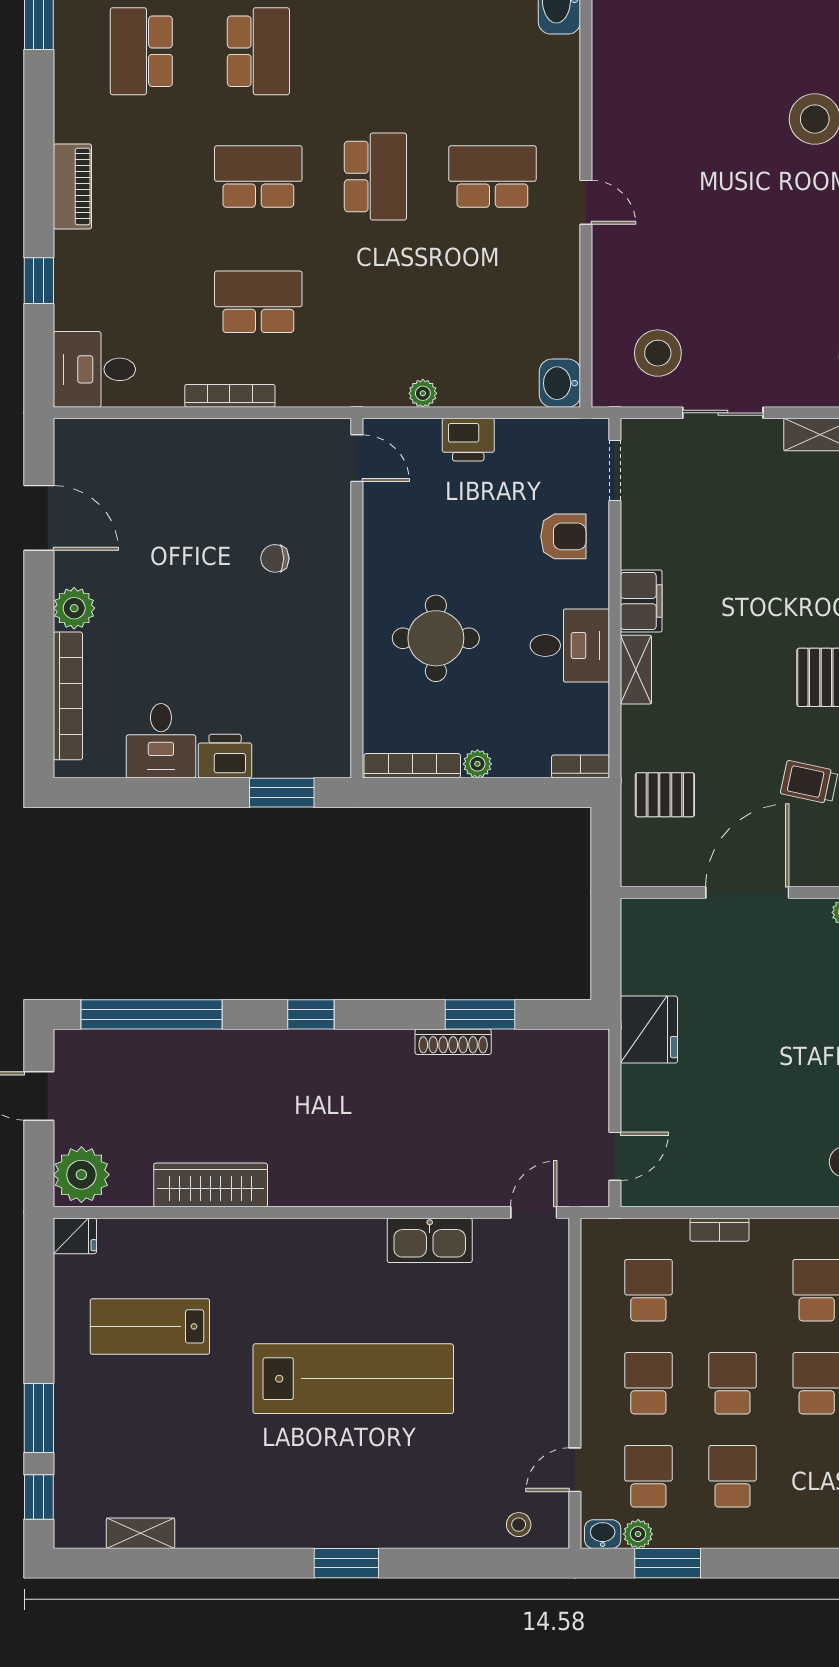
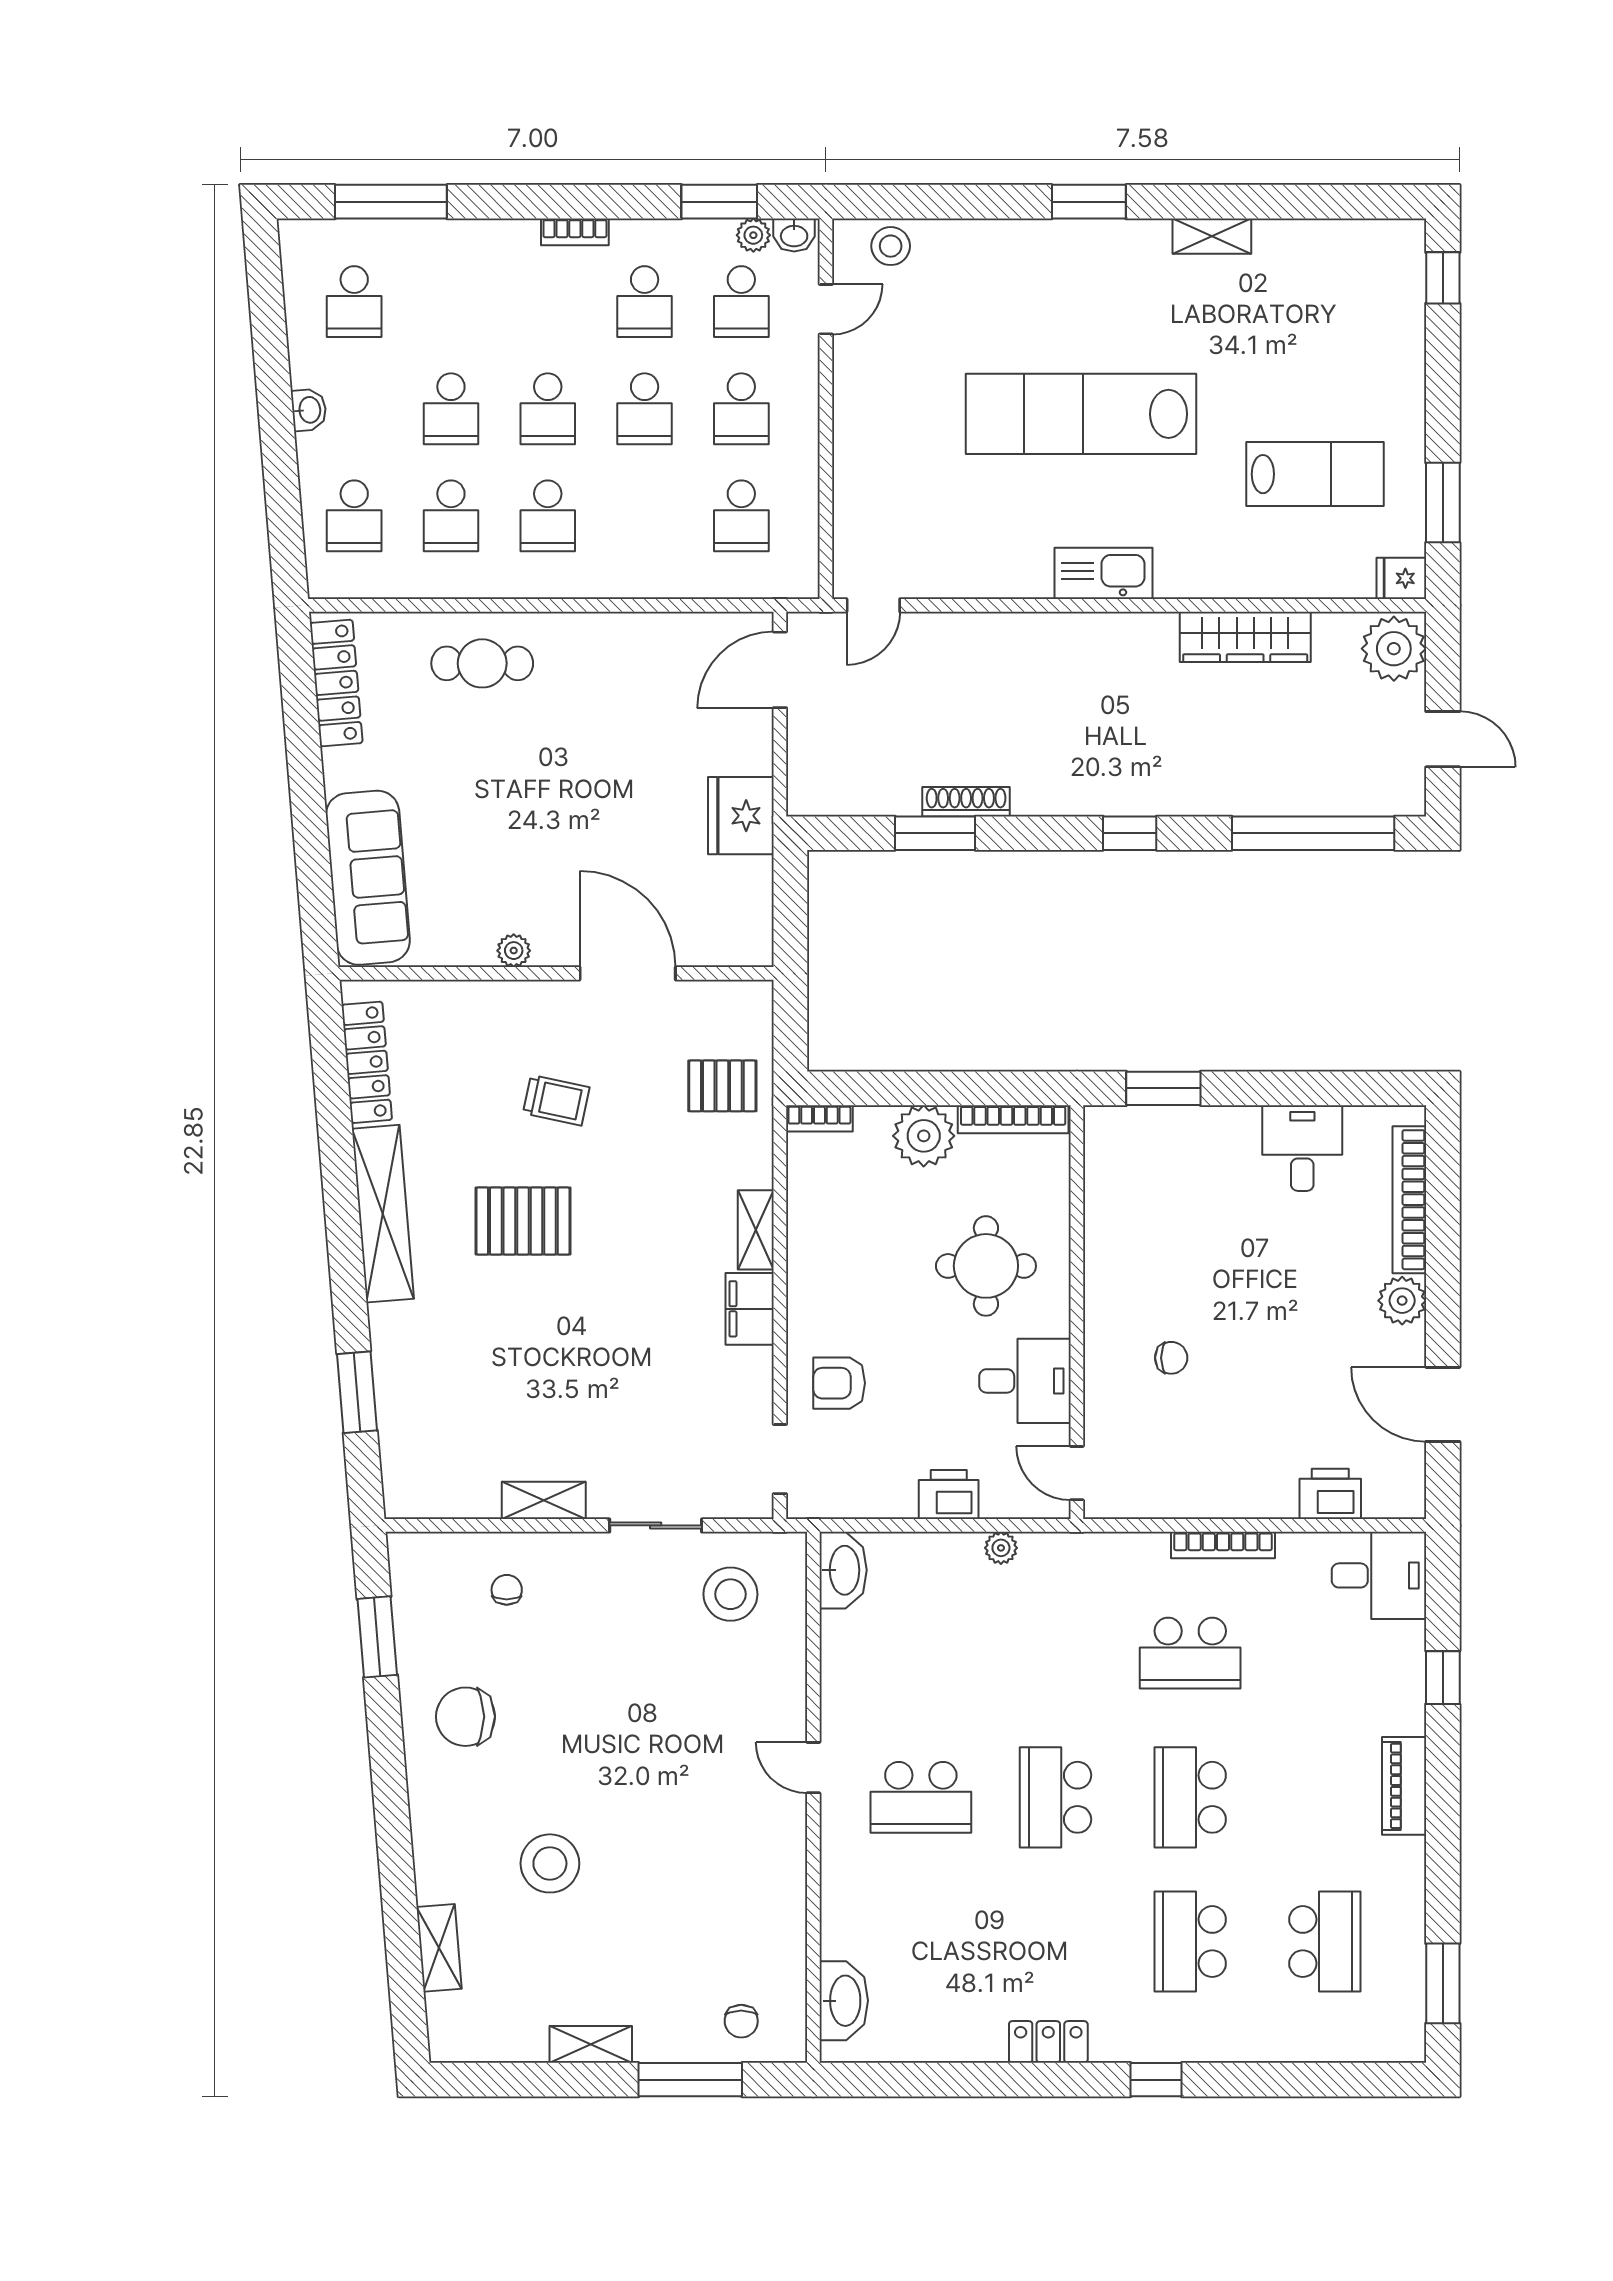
school desk: (258, 177) -> (1190, 1797), turned 90
washbasin: (560, 383) -> (843, 1570), width x1.38
desk: (570, 646) -> (1025, 1381), moved, turned 180
printer: (225, 756) -> (1330, 1494), moved, turned 180
plant: (477, 764) -> (924, 1136), width x1.88, depth x1.88
door: (747, 893) -> (628, 973), swing flipped
door: (615, 1156) -> (780, 670), width x1.38
bookcase: (720, 1230) -> (575, 232), moved, turned 180
kitchen sink: (430, 1240) -> (1103, 573), moved
window: (39, 1418) -> (1443, 503), moved
stool: (519, 1525) -> (891, 246), width x1.37, depth x1.37
shelving: (141, 1533) -> (1212, 236), moved

